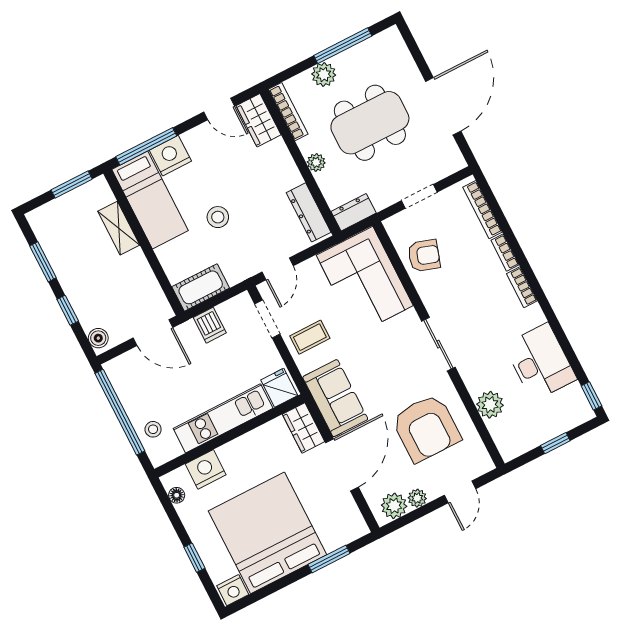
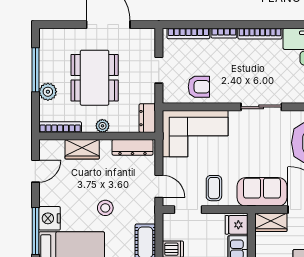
wardrobe: (259, 120) -> (82, 149), moved
armchair: (424, 256) -> (199, 87), turned 72
bookcase: (522, 287) -> (260, 34), width x1.56

